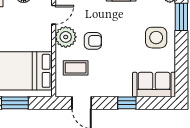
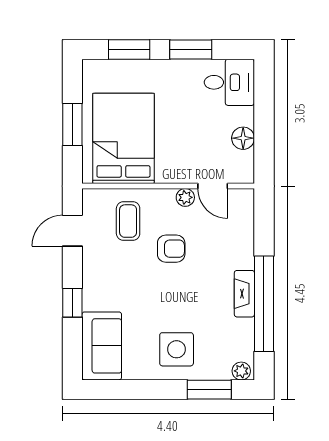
plant: (66, 37) -> (185, 197), width x0.53, depth x0.53
armchair: (93, 41) -> (171, 249), turned -90

